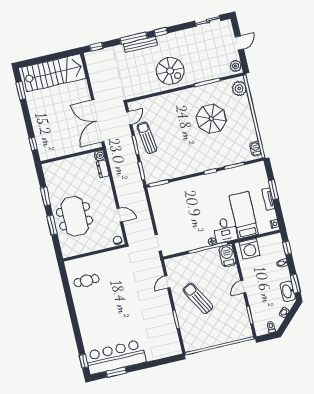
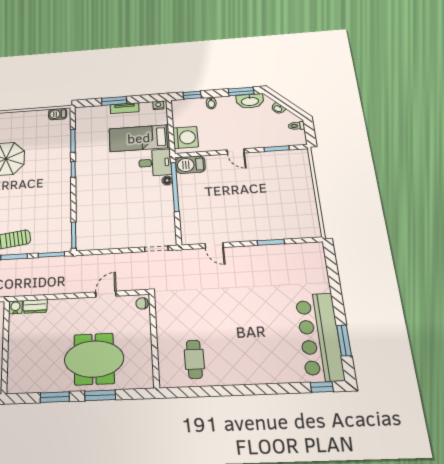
sun lounger: (198, 298) -> (244, 209), removed

